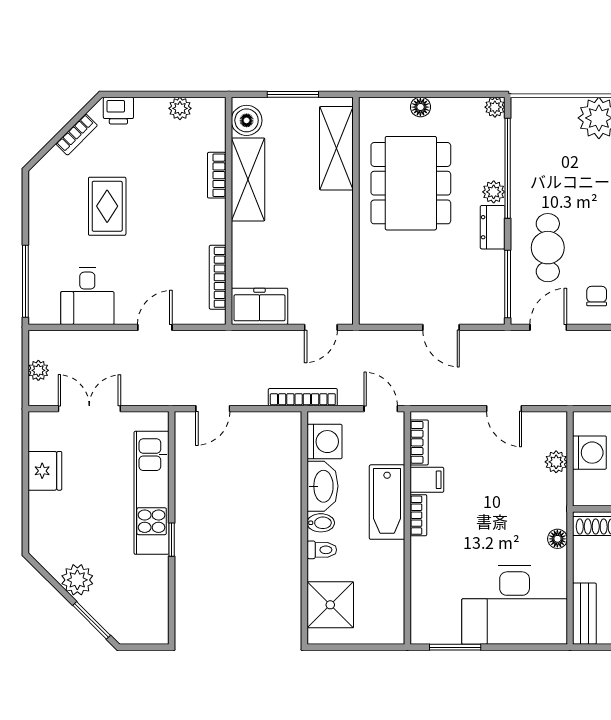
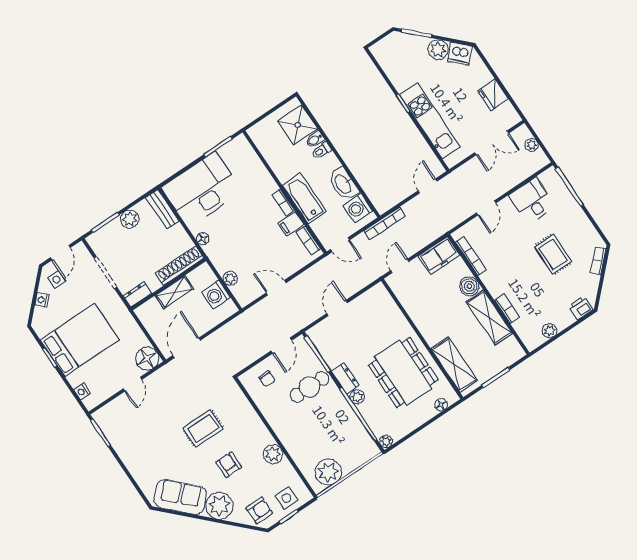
floor lamp: (420, 107) -> (441, 405), moved
boiler: (247, 120) -> (469, 286), moved
bookcase: (77, 134) -> (598, 261), moved
cafe table: (548, 248) -> (309, 387), turned 90
door: (441, 327) -> (337, 308), hinge flipped
bidet: (321, 523) -> (315, 140), moved
dishwasher: (53, 555) -> (460, 54), added

